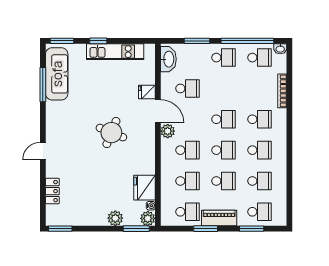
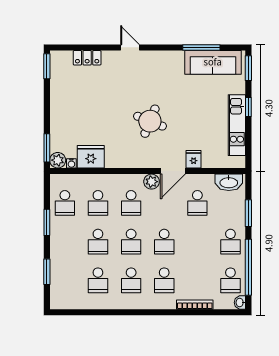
school desk: (260, 212) -> (65, 280), removed
plant: (115, 218) -> (58, 125), removed
piano: (219, 218) -> (58, 237), removed

